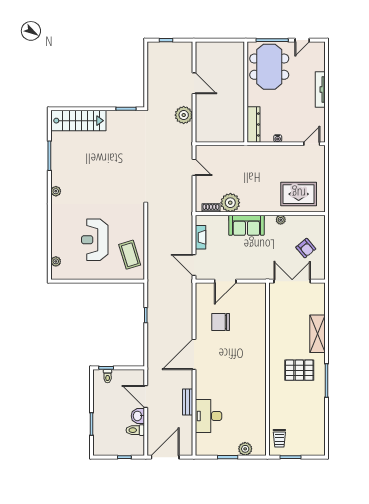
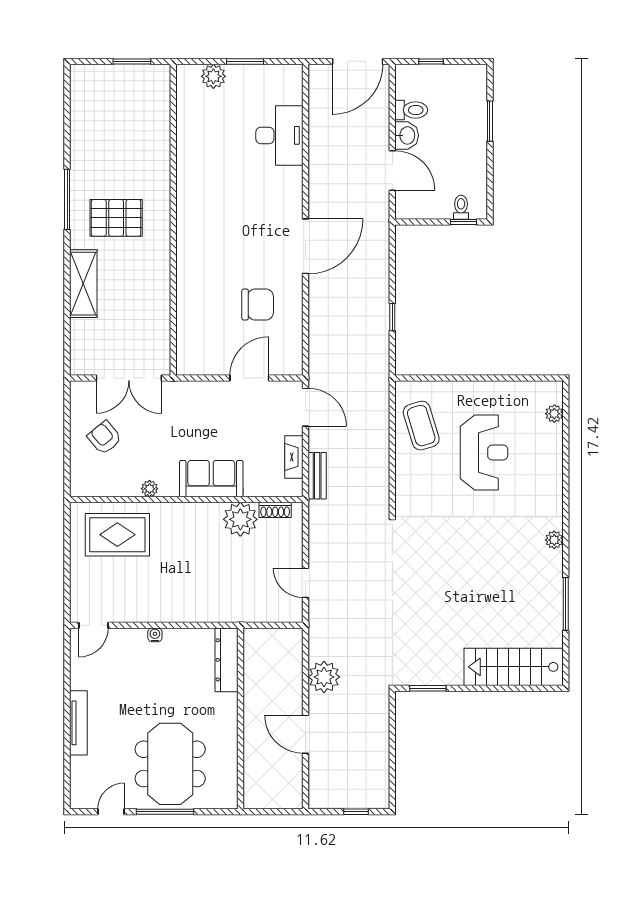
wall: (246, 92) -> (241, 719), moved
dresser: (254, 125) -> (227, 660), moved
bench: (188, 402) -> (317, 476), moved
trolley: (279, 438) -> (152, 95), removed

